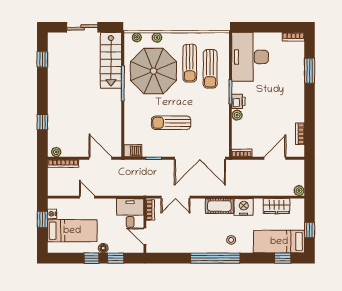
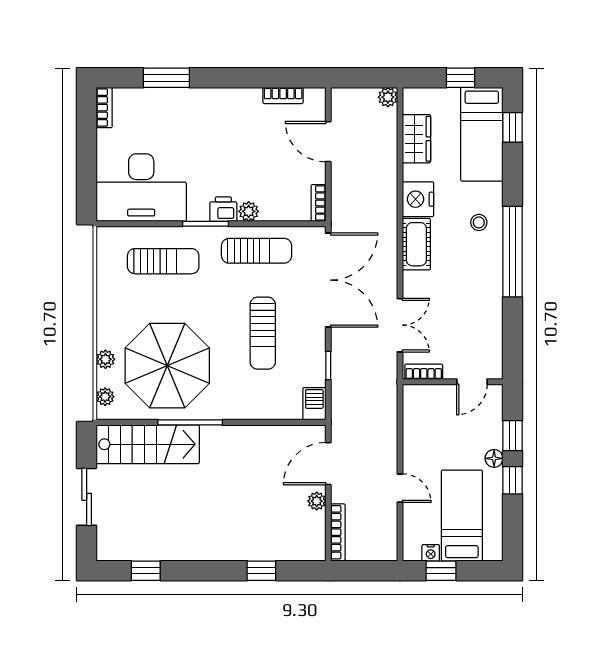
sun lounger: (190, 63) -> (257, 251), moved
plant: (56, 152) -> (317, 501), moved
door: (87, 197) -> (400, 488), swing flipped
desk: (130, 213) -> (429, 409), removed

